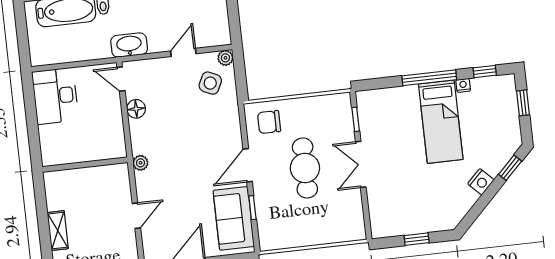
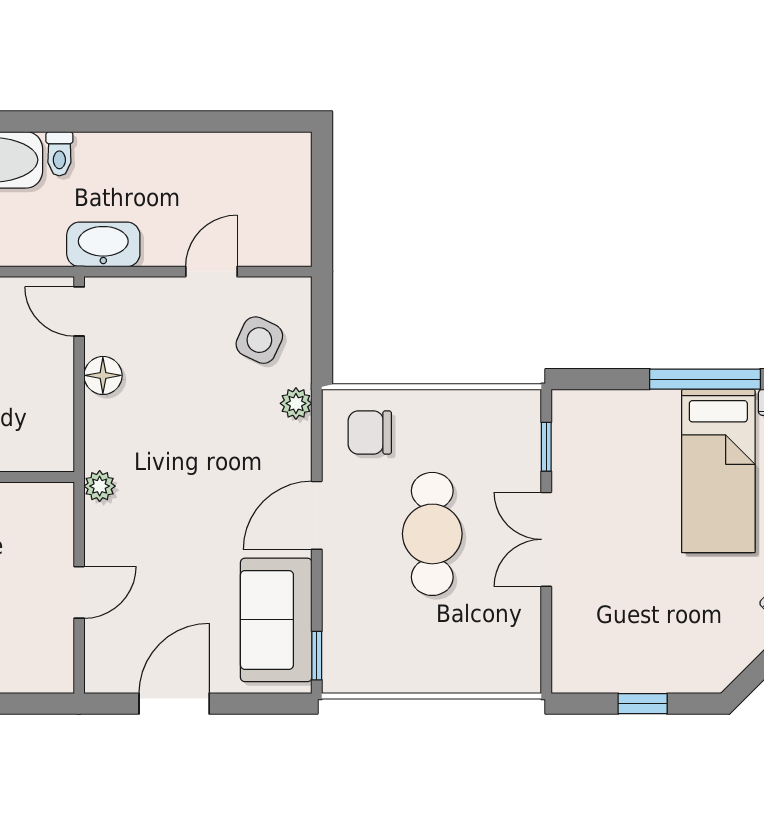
plant: (225, 58) -> (296, 403), moved
window: (252, 208) -> (317, 656), moved

